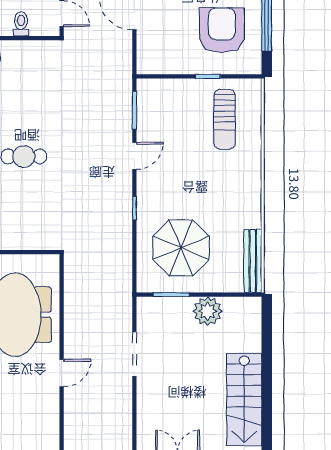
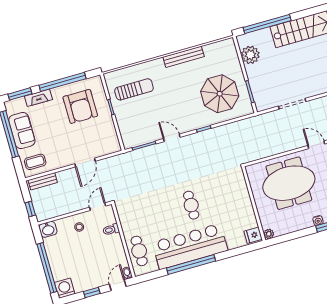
armchair: (222, 30) -> (80, 106), turned -90
bench: (253, 261) -> (184, 57), moved
plant: (208, 311) -> (250, 55), moved
window: (267, 350) -> (267, 24), added

